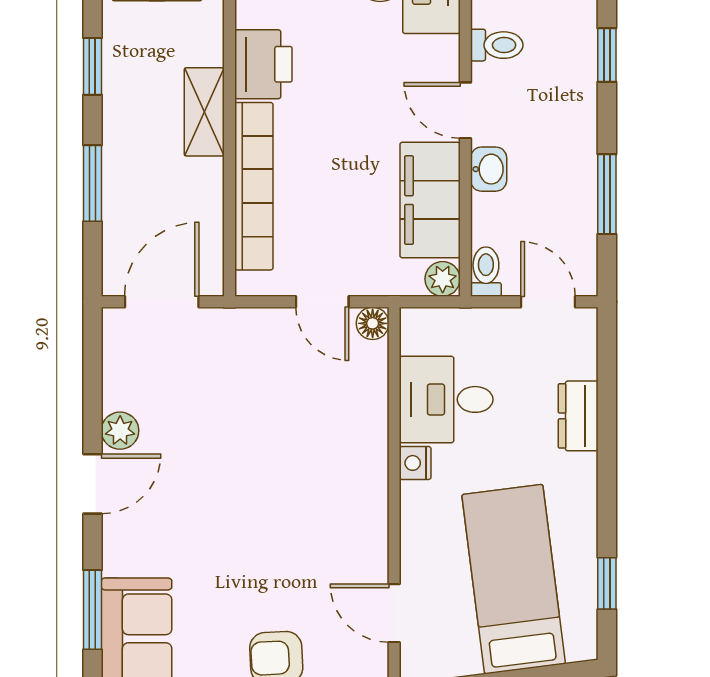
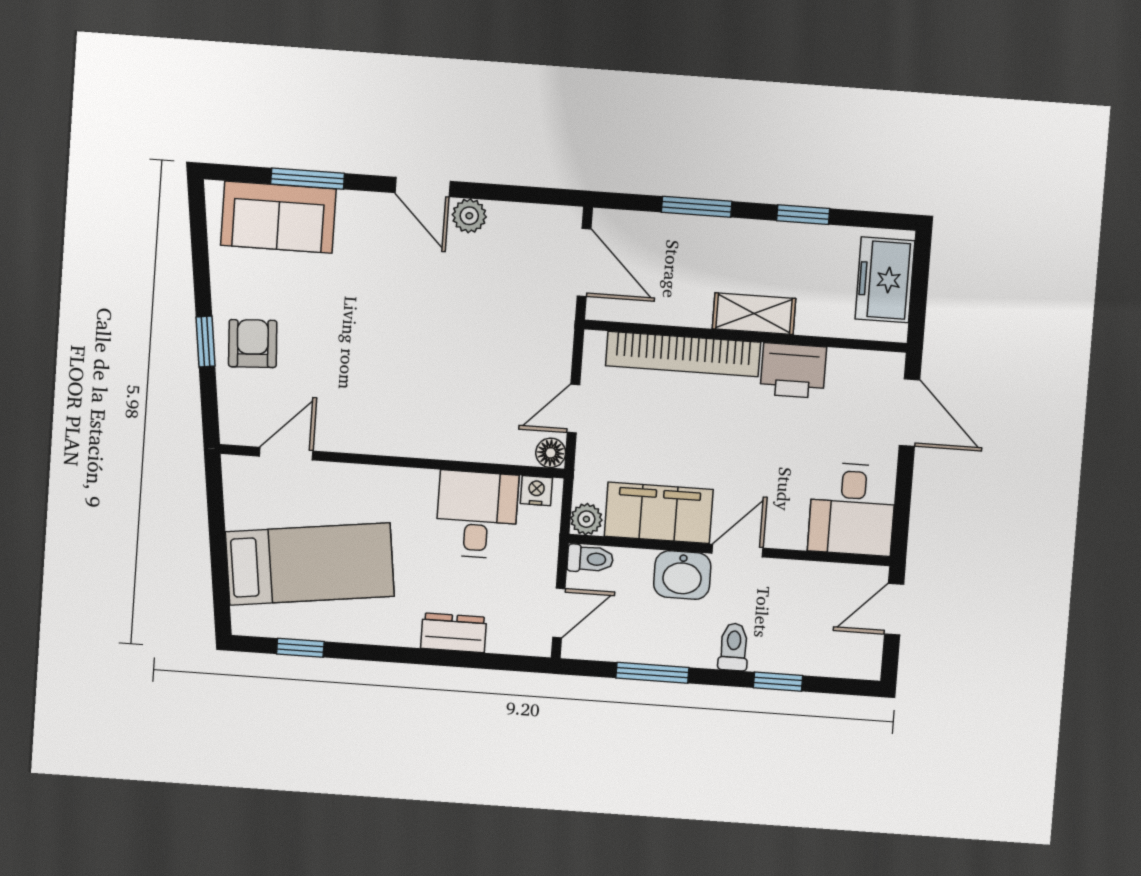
toilet: (497, 45) -> (734, 647), moved, turned 180
washbasin: (489, 169) -> (682, 575), width x1.38, depth x1.45
nightstand: (415, 463) -> (536, 491), moved

